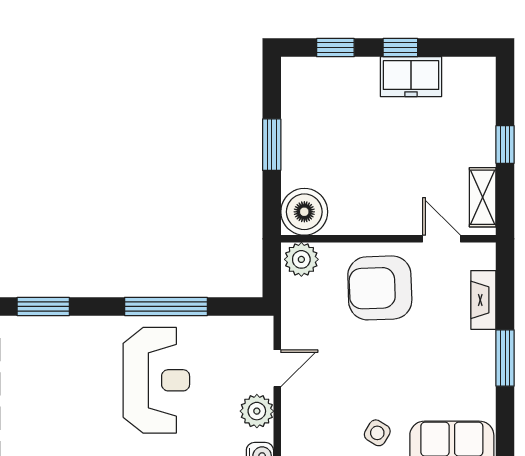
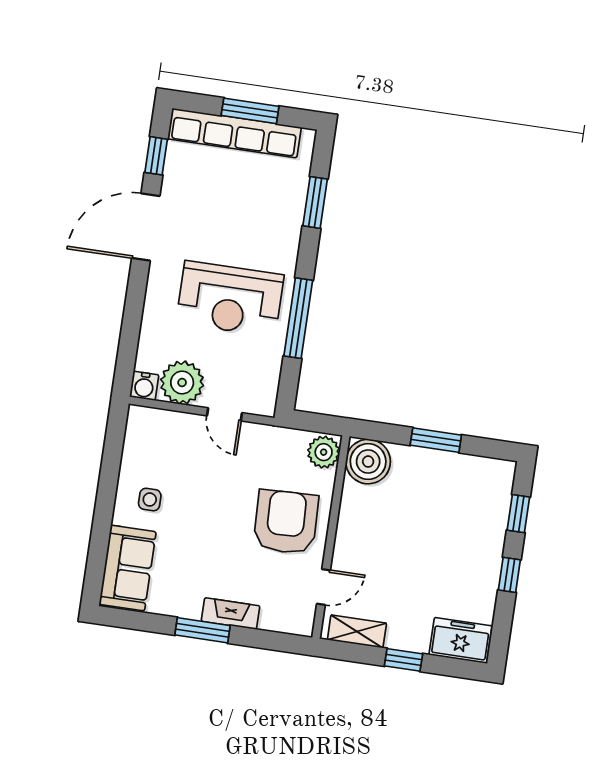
freezer: (411, 77) -> (460, 640), moved, turned 90
fireplace: (483, 300) -> (231, 614), moved
plant: (257, 411) -> (182, 383), width x1.36, depth x1.36
side table: (377, 433) -> (150, 500), turned -31

